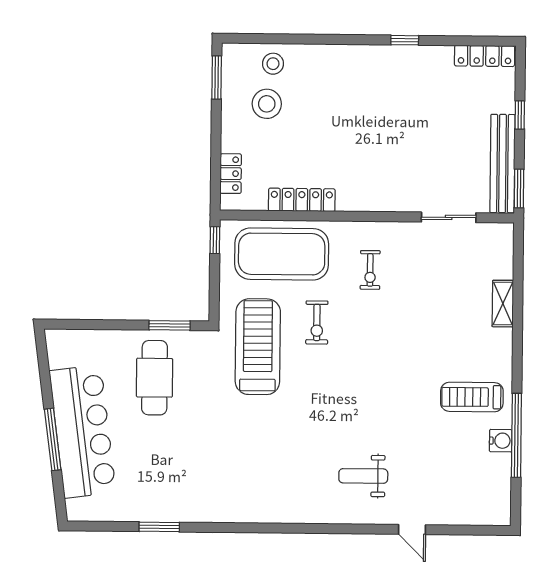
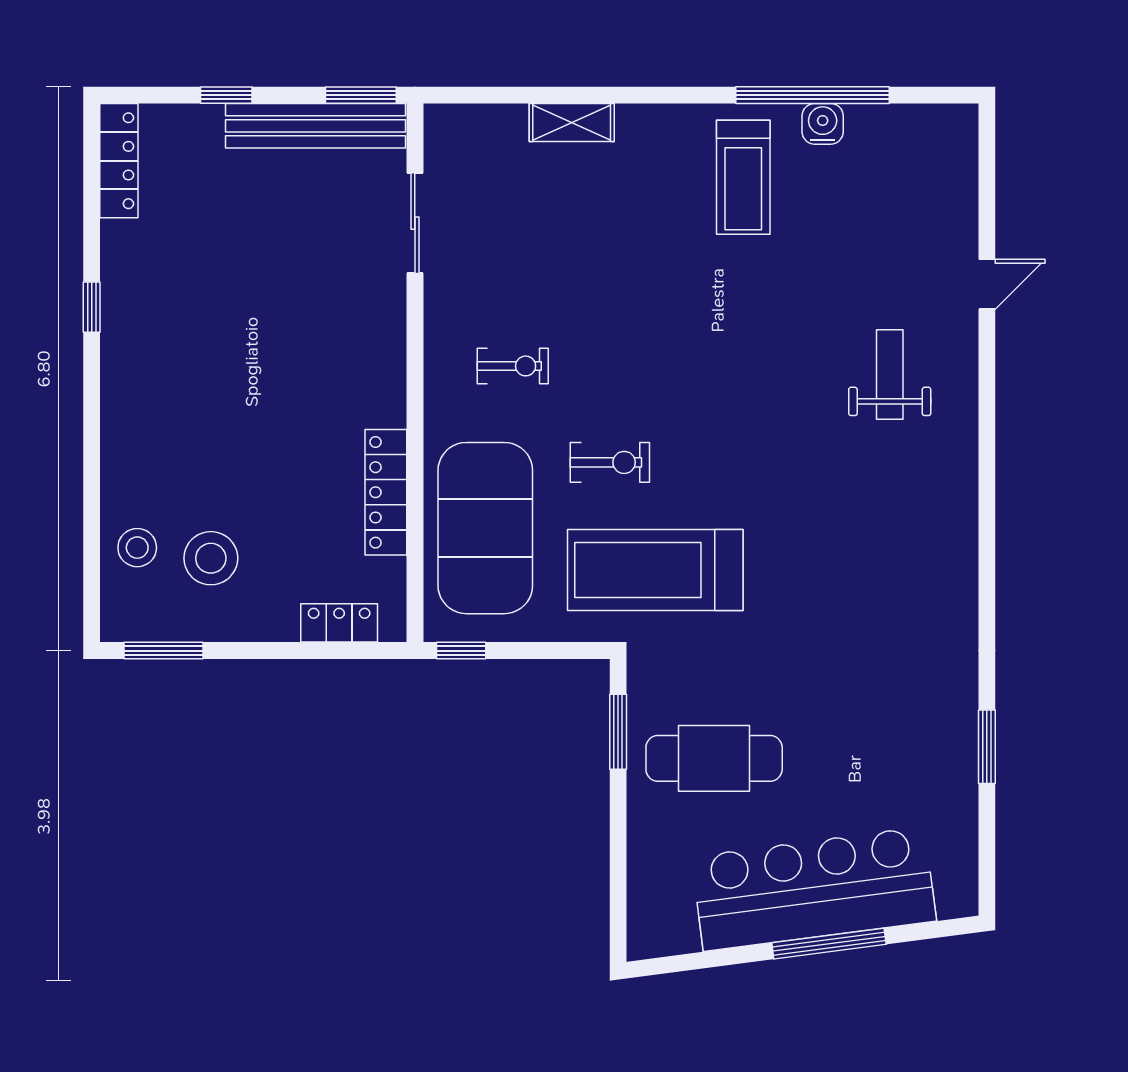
weight bench: (363, 476) -> (890, 375), turned 180

